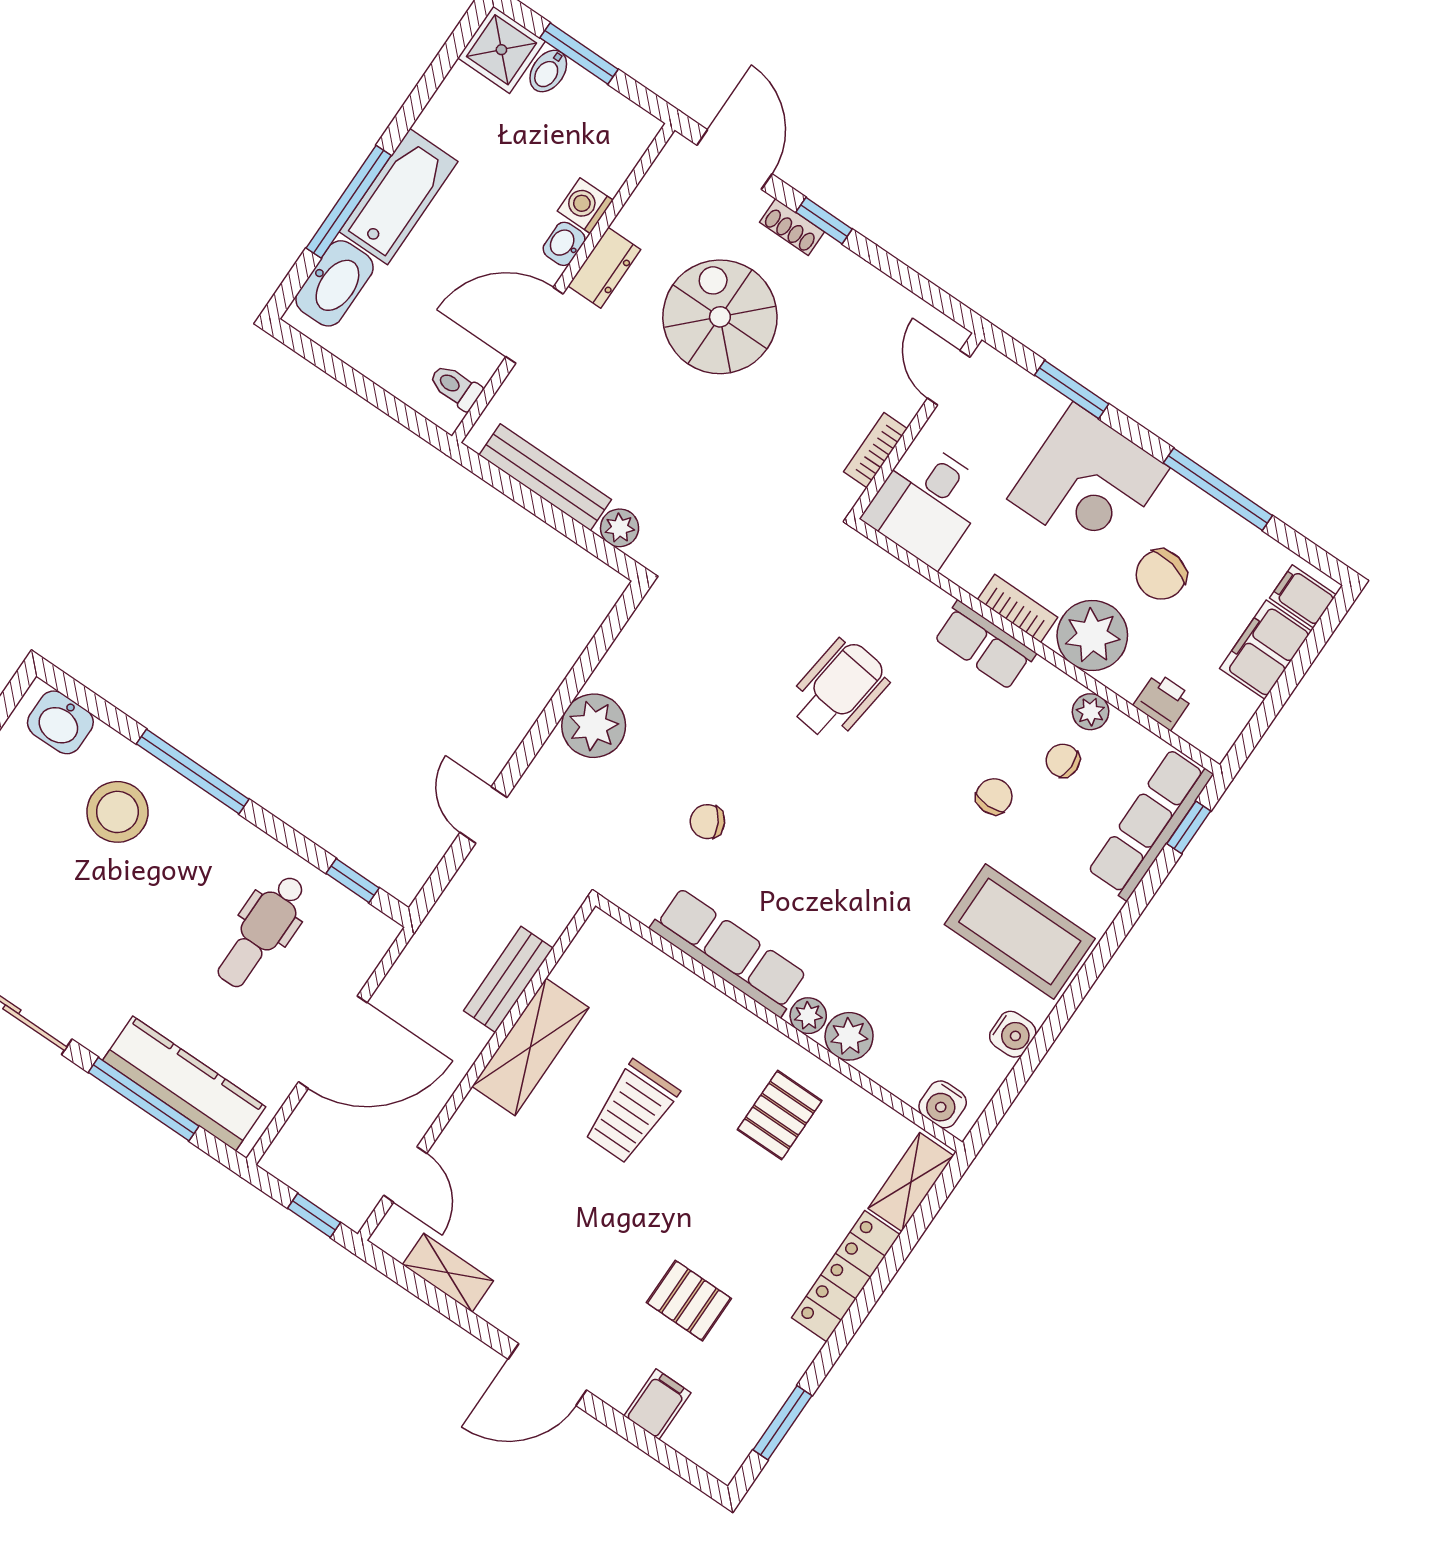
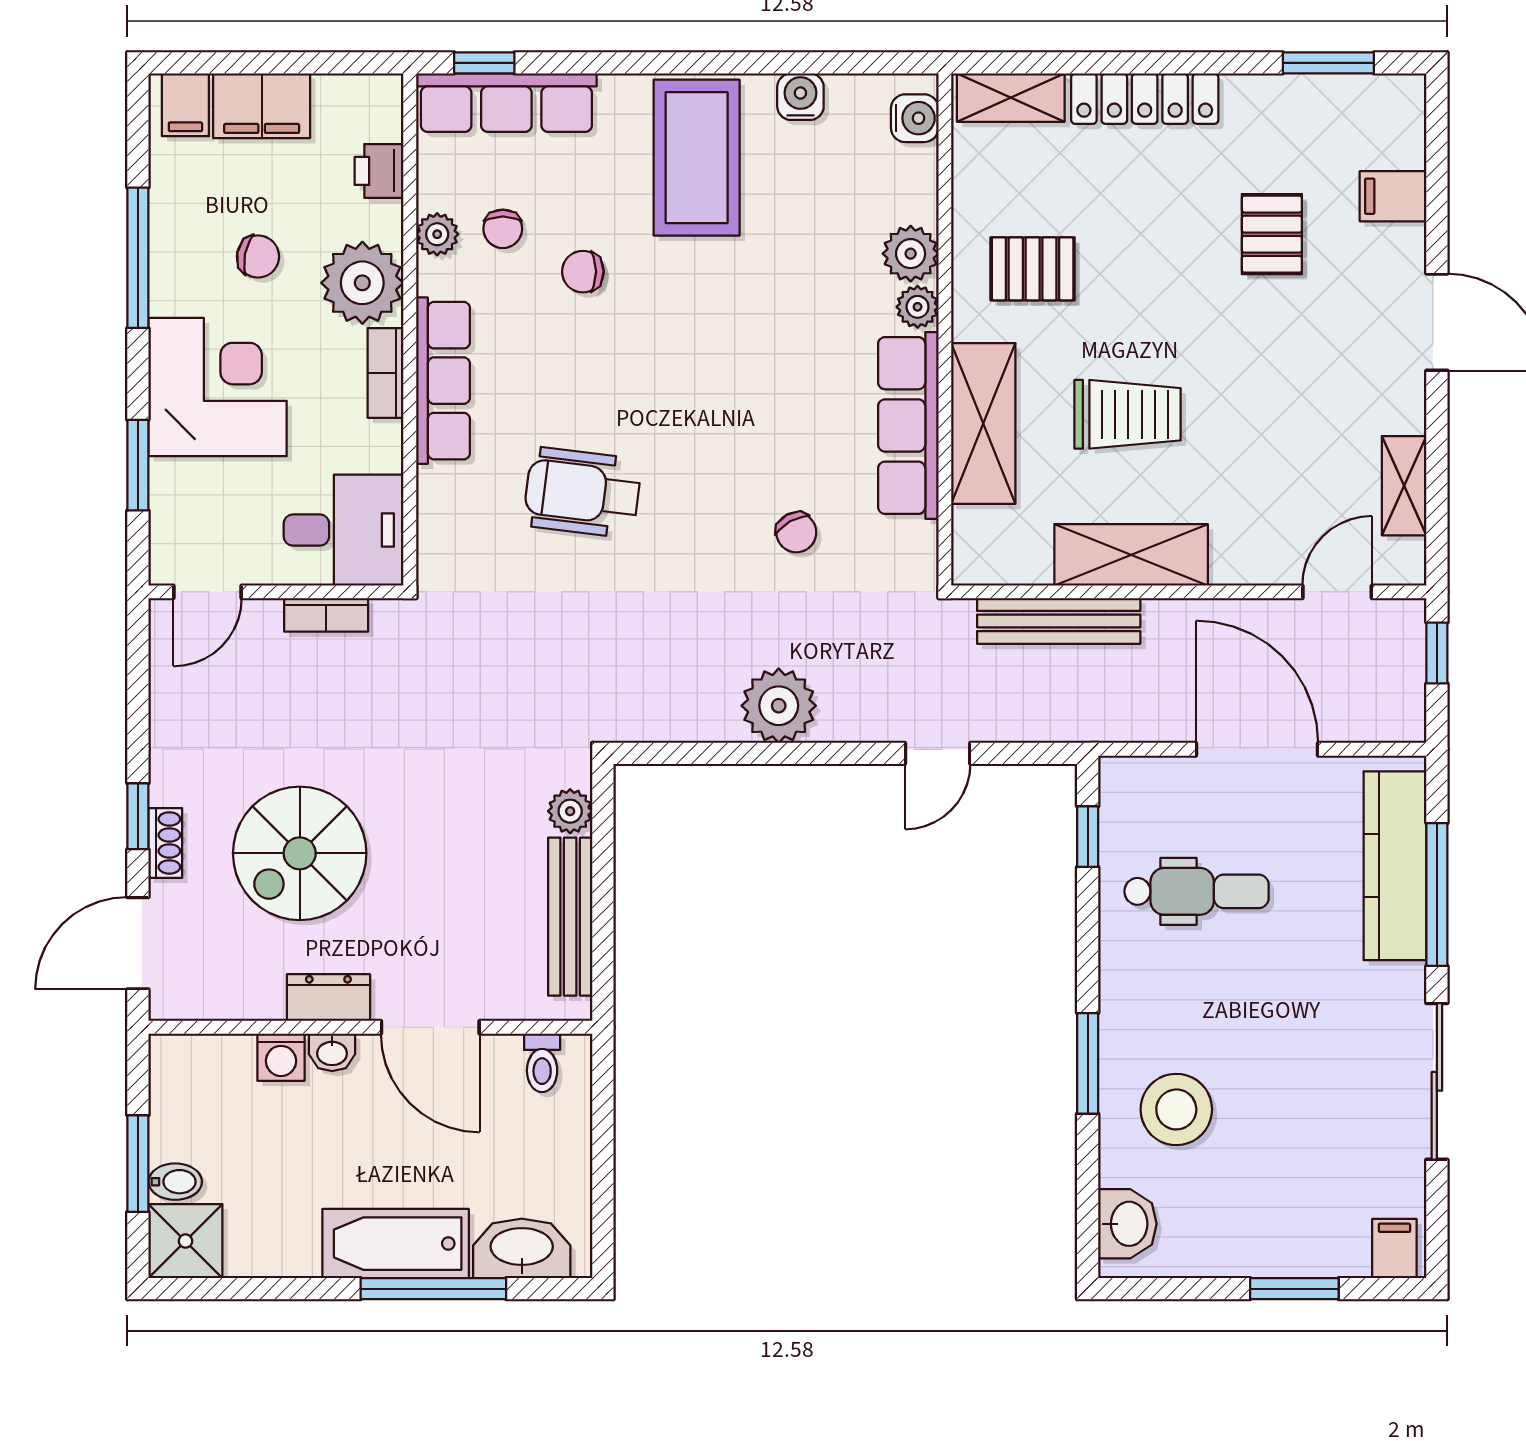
chair: (1161, 575) -> (258, 257), width x0.73, depth x0.73
row of seats: (984, 645) -> (443, 381), width x1.48
window: (193, 772) -> (1088, 1063), width x0.69
bench: (508, 979) -> (1059, 621), width x1.36
shelving: (694, 1006) -> (983, 424), added

